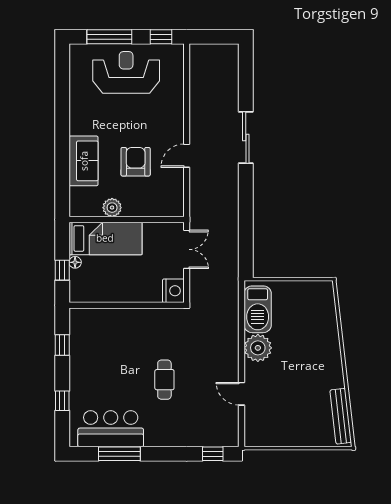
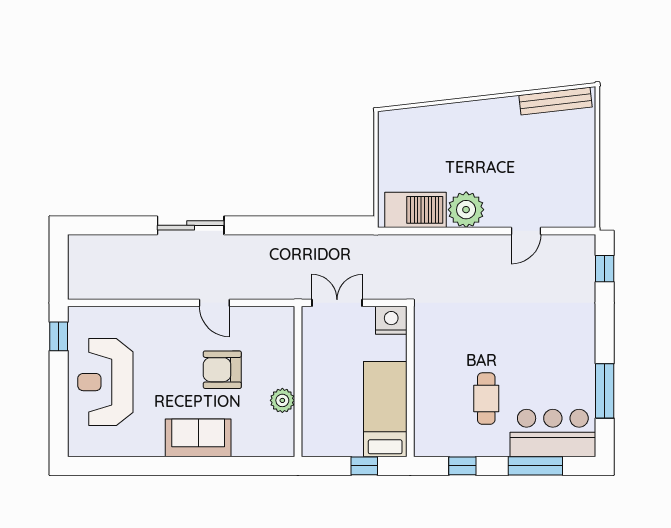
window: (109, 37) -> (59, 404), removed
sofa: (84, 161) -> (198, 438), moved
bed: (105, 238) -> (385, 409), moved
floor lamp: (75, 262) -> (354, 449), removed
cafe table: (164, 380) -> (486, 399), moved, turned 90
window: (62, 401) -> (535, 466), width x2.17
bar counter: (111, 429) -> (553, 433), moved, turned 90

